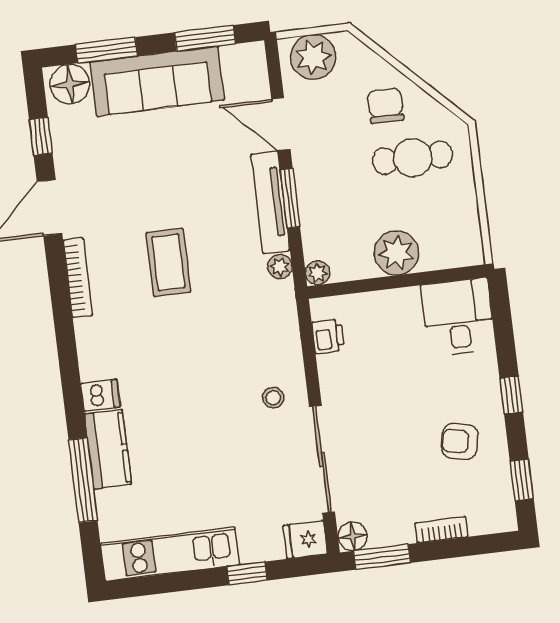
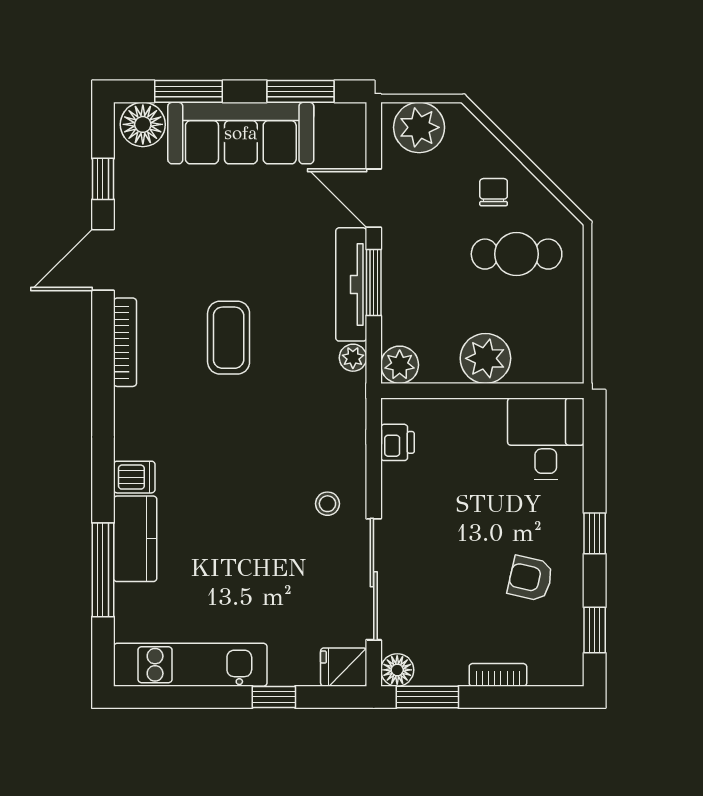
chair: (386, 106) -> (494, 192), width x0.73, depth x0.73
plant: (318, 273) -> (400, 365), width x1.38, depth x1.38

